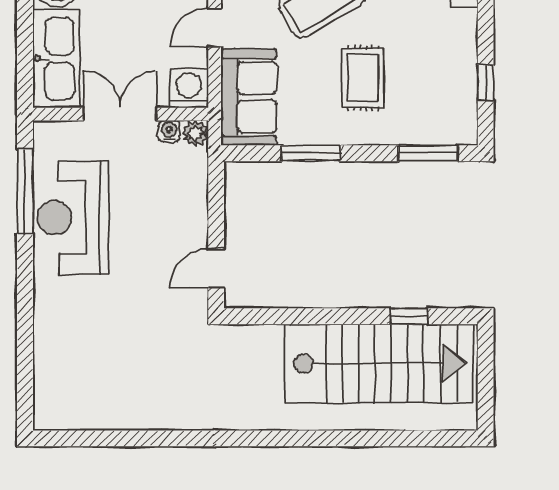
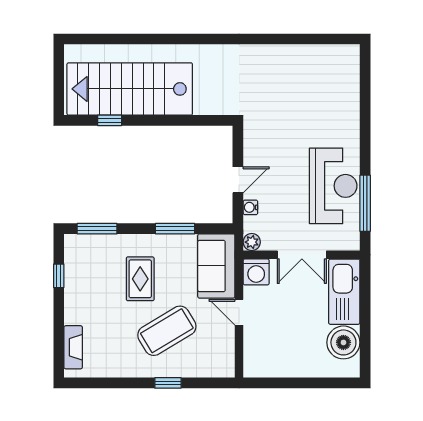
door: (215, 28) -> (239, 312), swing flipped
water cooler: (169, 131) -> (250, 207), moved, turned 90
door: (216, 268) -> (238, 180), moved

